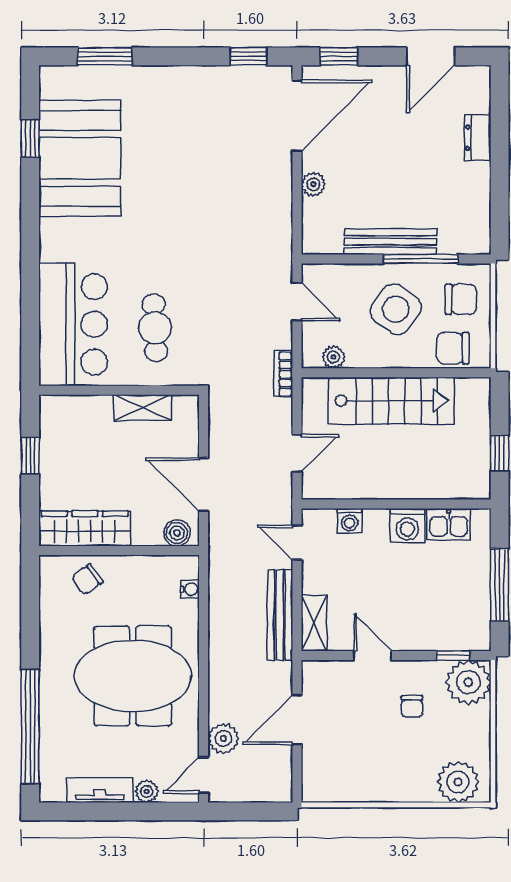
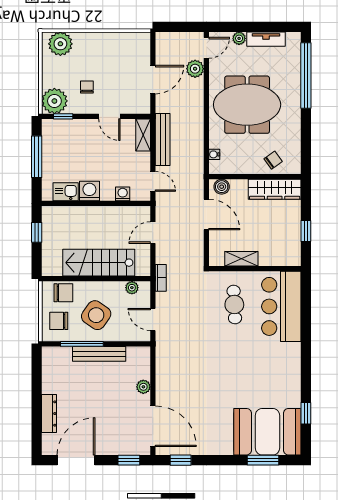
door: (431, 56) -> (76, 460), width x1.36
door: (297, 116) -> (153, 426), swing flipped
dresser: (478, 138) -> (49, 414), width x1.44
booth: (80, 158) -> (267, 432), moved, turned 90

